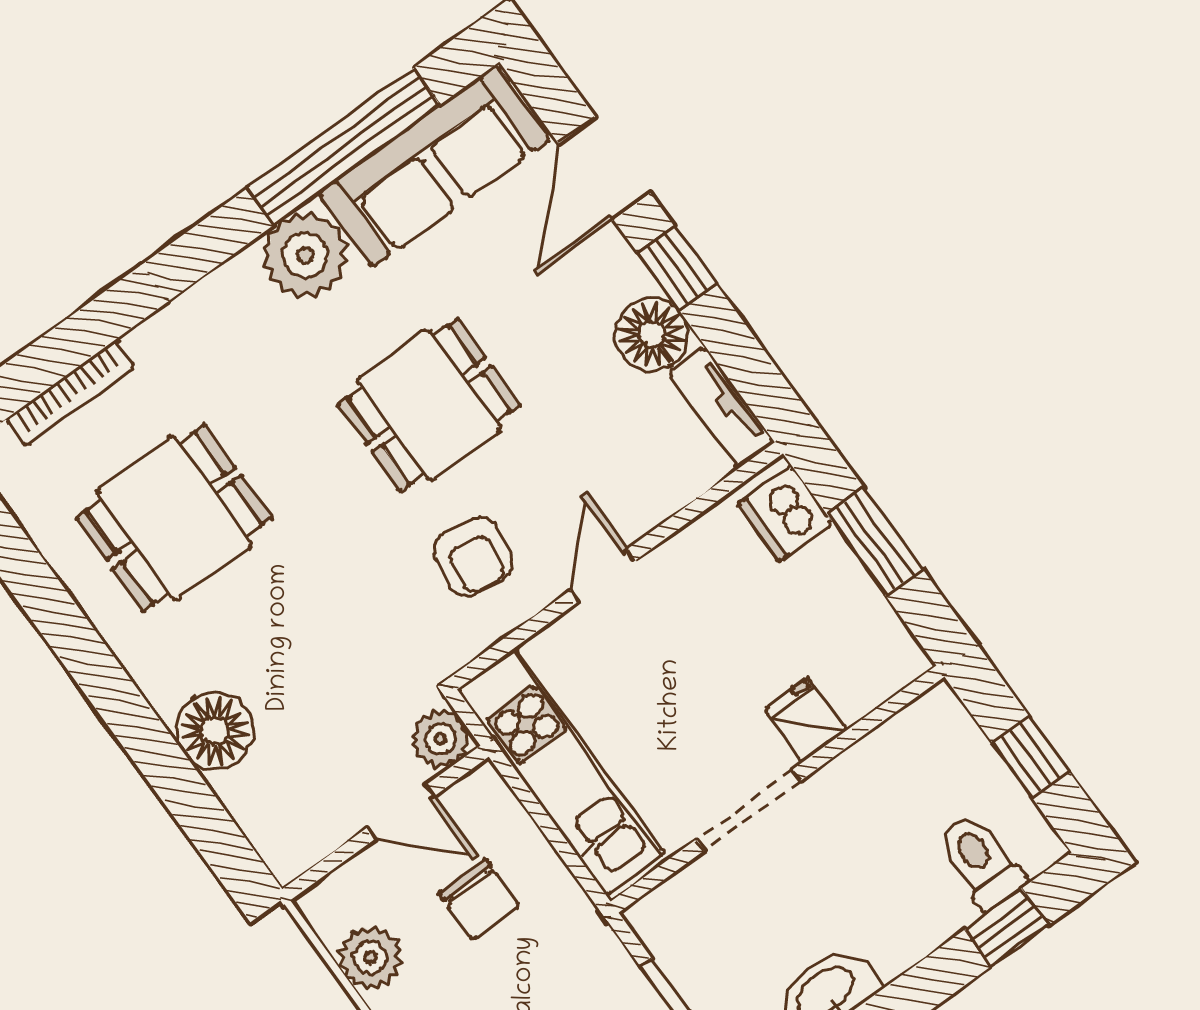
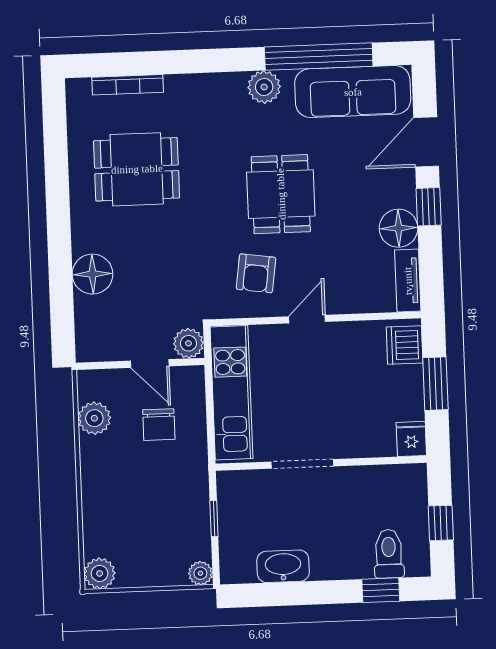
plant: (305, 255) -> (264, 87), width x0.73, depth x0.73
dining table: (429, 405) -> (281, 194), turned 90
fridge: (806, 720) -> (411, 439), moved

